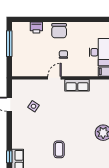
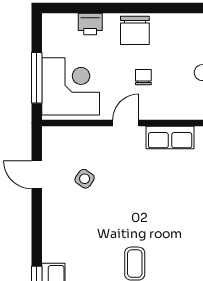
window: (9, 44) -> (37, 78), moved
corner desk: (26, 59) -> (71, 86), added

